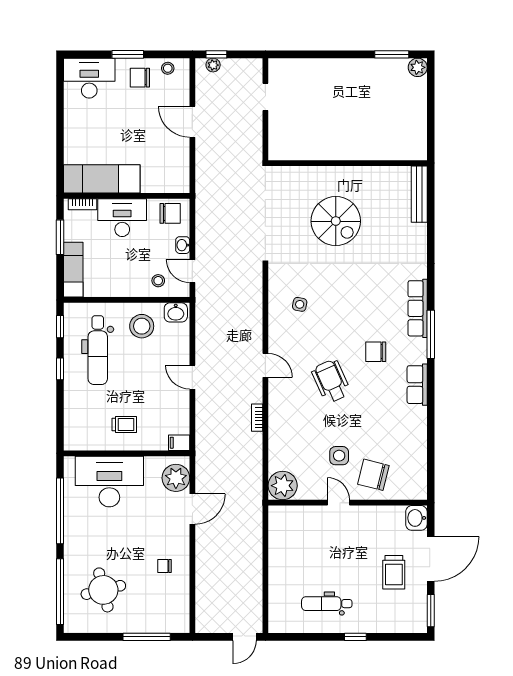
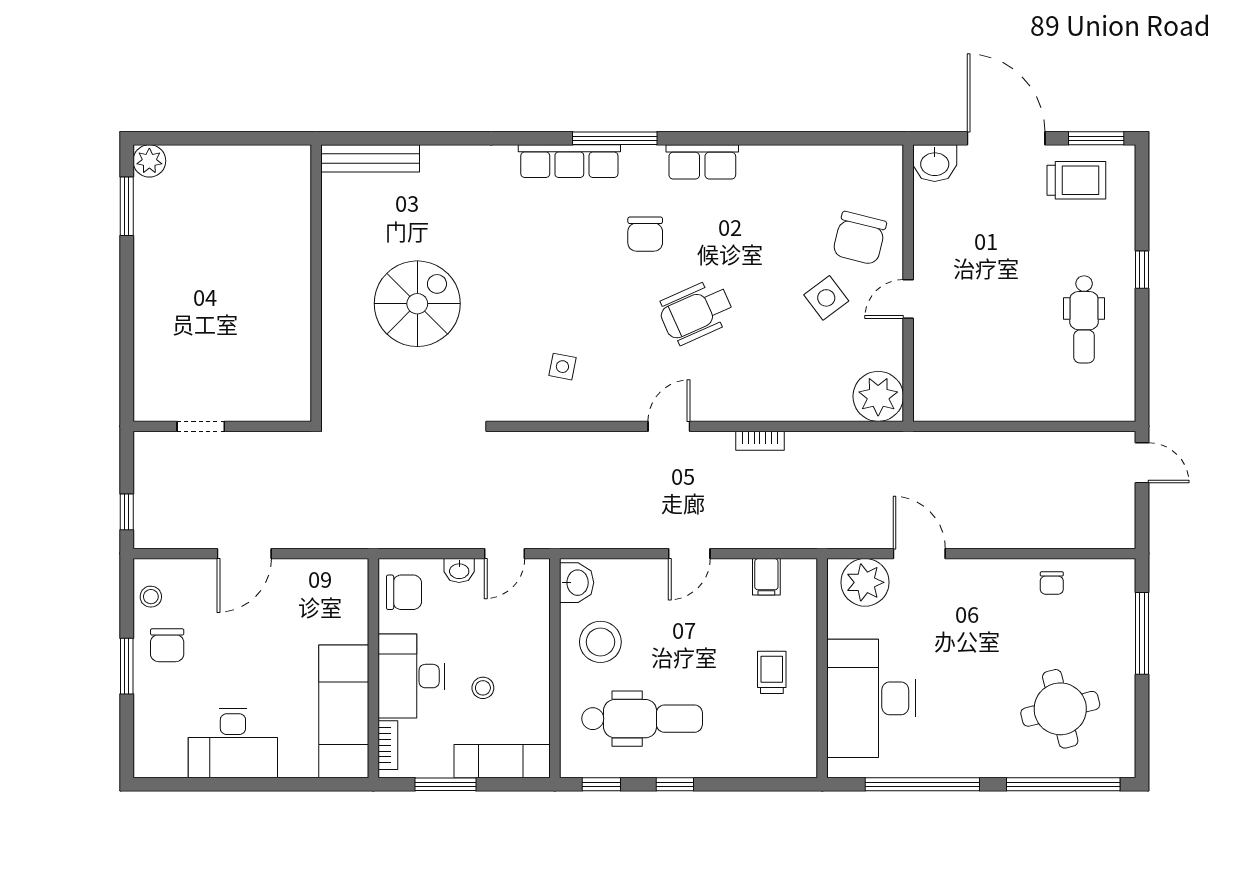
plant: (213, 65) -> (145, 518), removed
desk: (89, 78) -> (233, 743), moved, turned -90
chair: (170, 213) -> (404, 592), turned 90
stool: (158, 281) -> (483, 688), moved
filing cabinet: (179, 443) -> (766, 577), moved
side table: (339, 456) -> (826, 298), turned -37
chair: (164, 566) -> (1052, 583), moved
trolley: (394, 572) -> (1076, 180), moved

